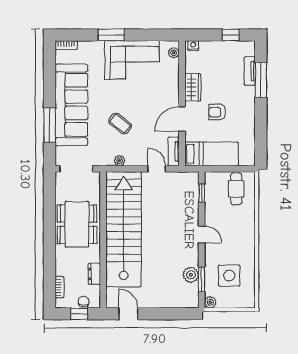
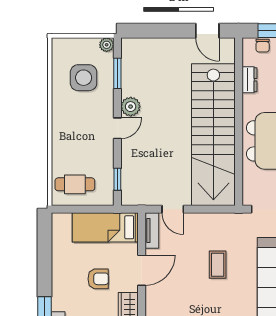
coffee table: (120, 124) -> (218, 265), turned 51
plant: (120, 161) -> (218, 219), removed
cafe table: (236, 189) -> (75, 184), turned 90
door: (202, 234) -> (117, 128), swing flipped
plant: (191, 275) -> (131, 107), moved

